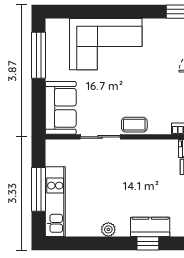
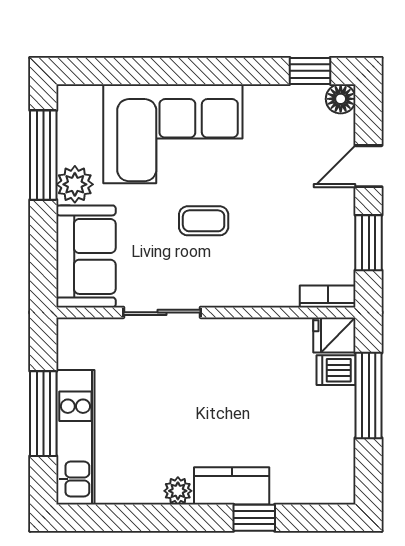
plant: (55, 70) -> (75, 184), added
coffee table: (134, 125) -> (204, 221), moved
kitchen counter: (150, 227) -> (232, 486), moved

